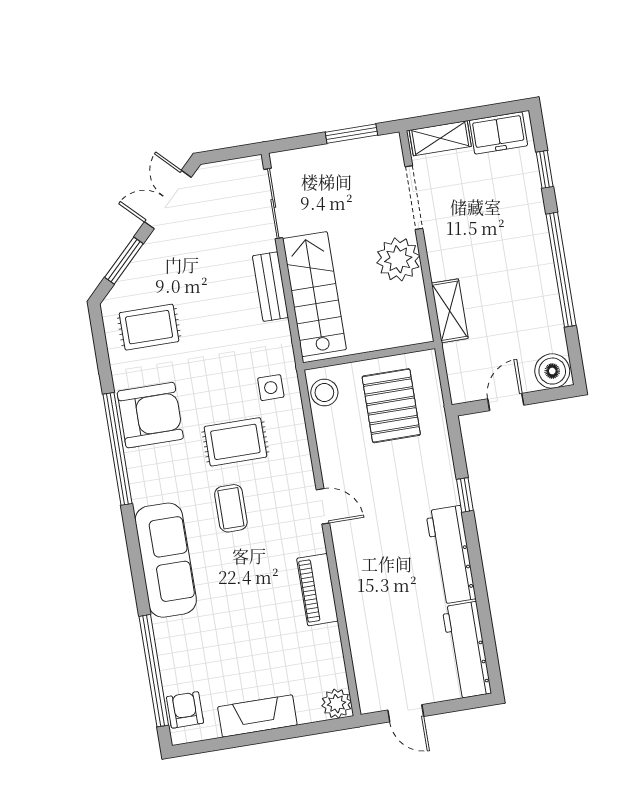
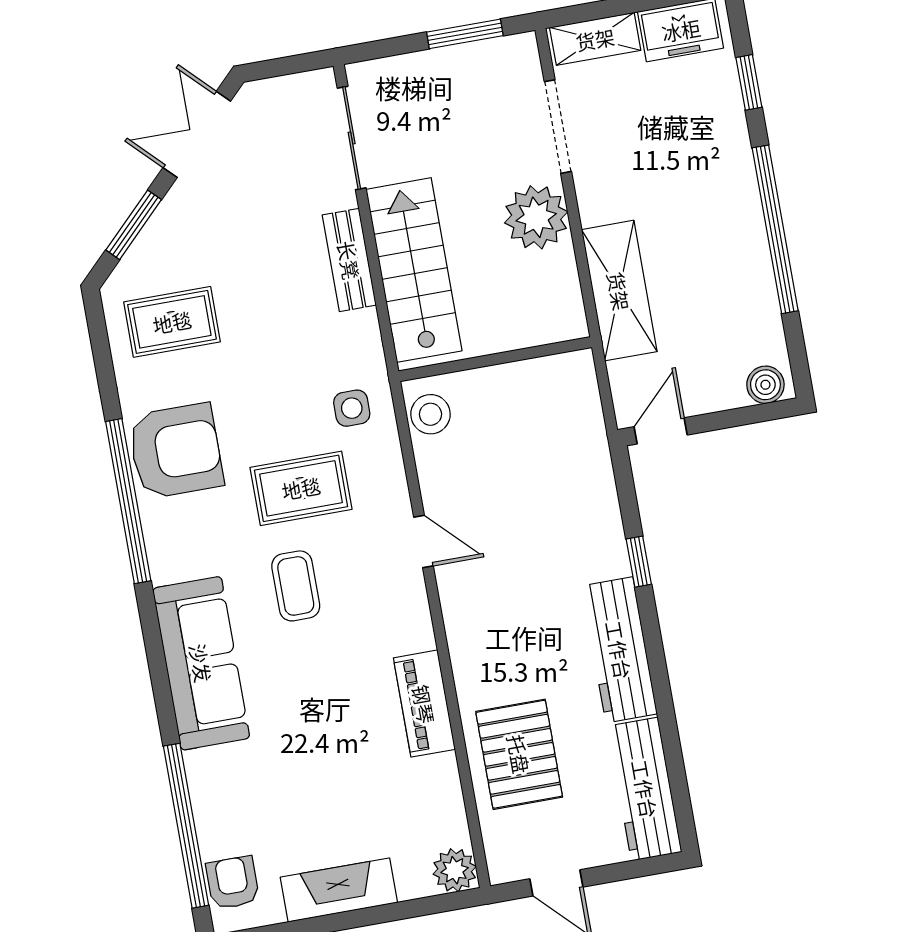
shelving: (450, 311) -> (619, 291), width x1.50, depth x1.33
boiler: (552, 371) -> (765, 385), width x0.73, depth x0.73
door: (506, 402) -> (661, 431), moved
pallet: (391, 406) -> (519, 754), moved
door: (323, 506) -> (424, 541), moved

